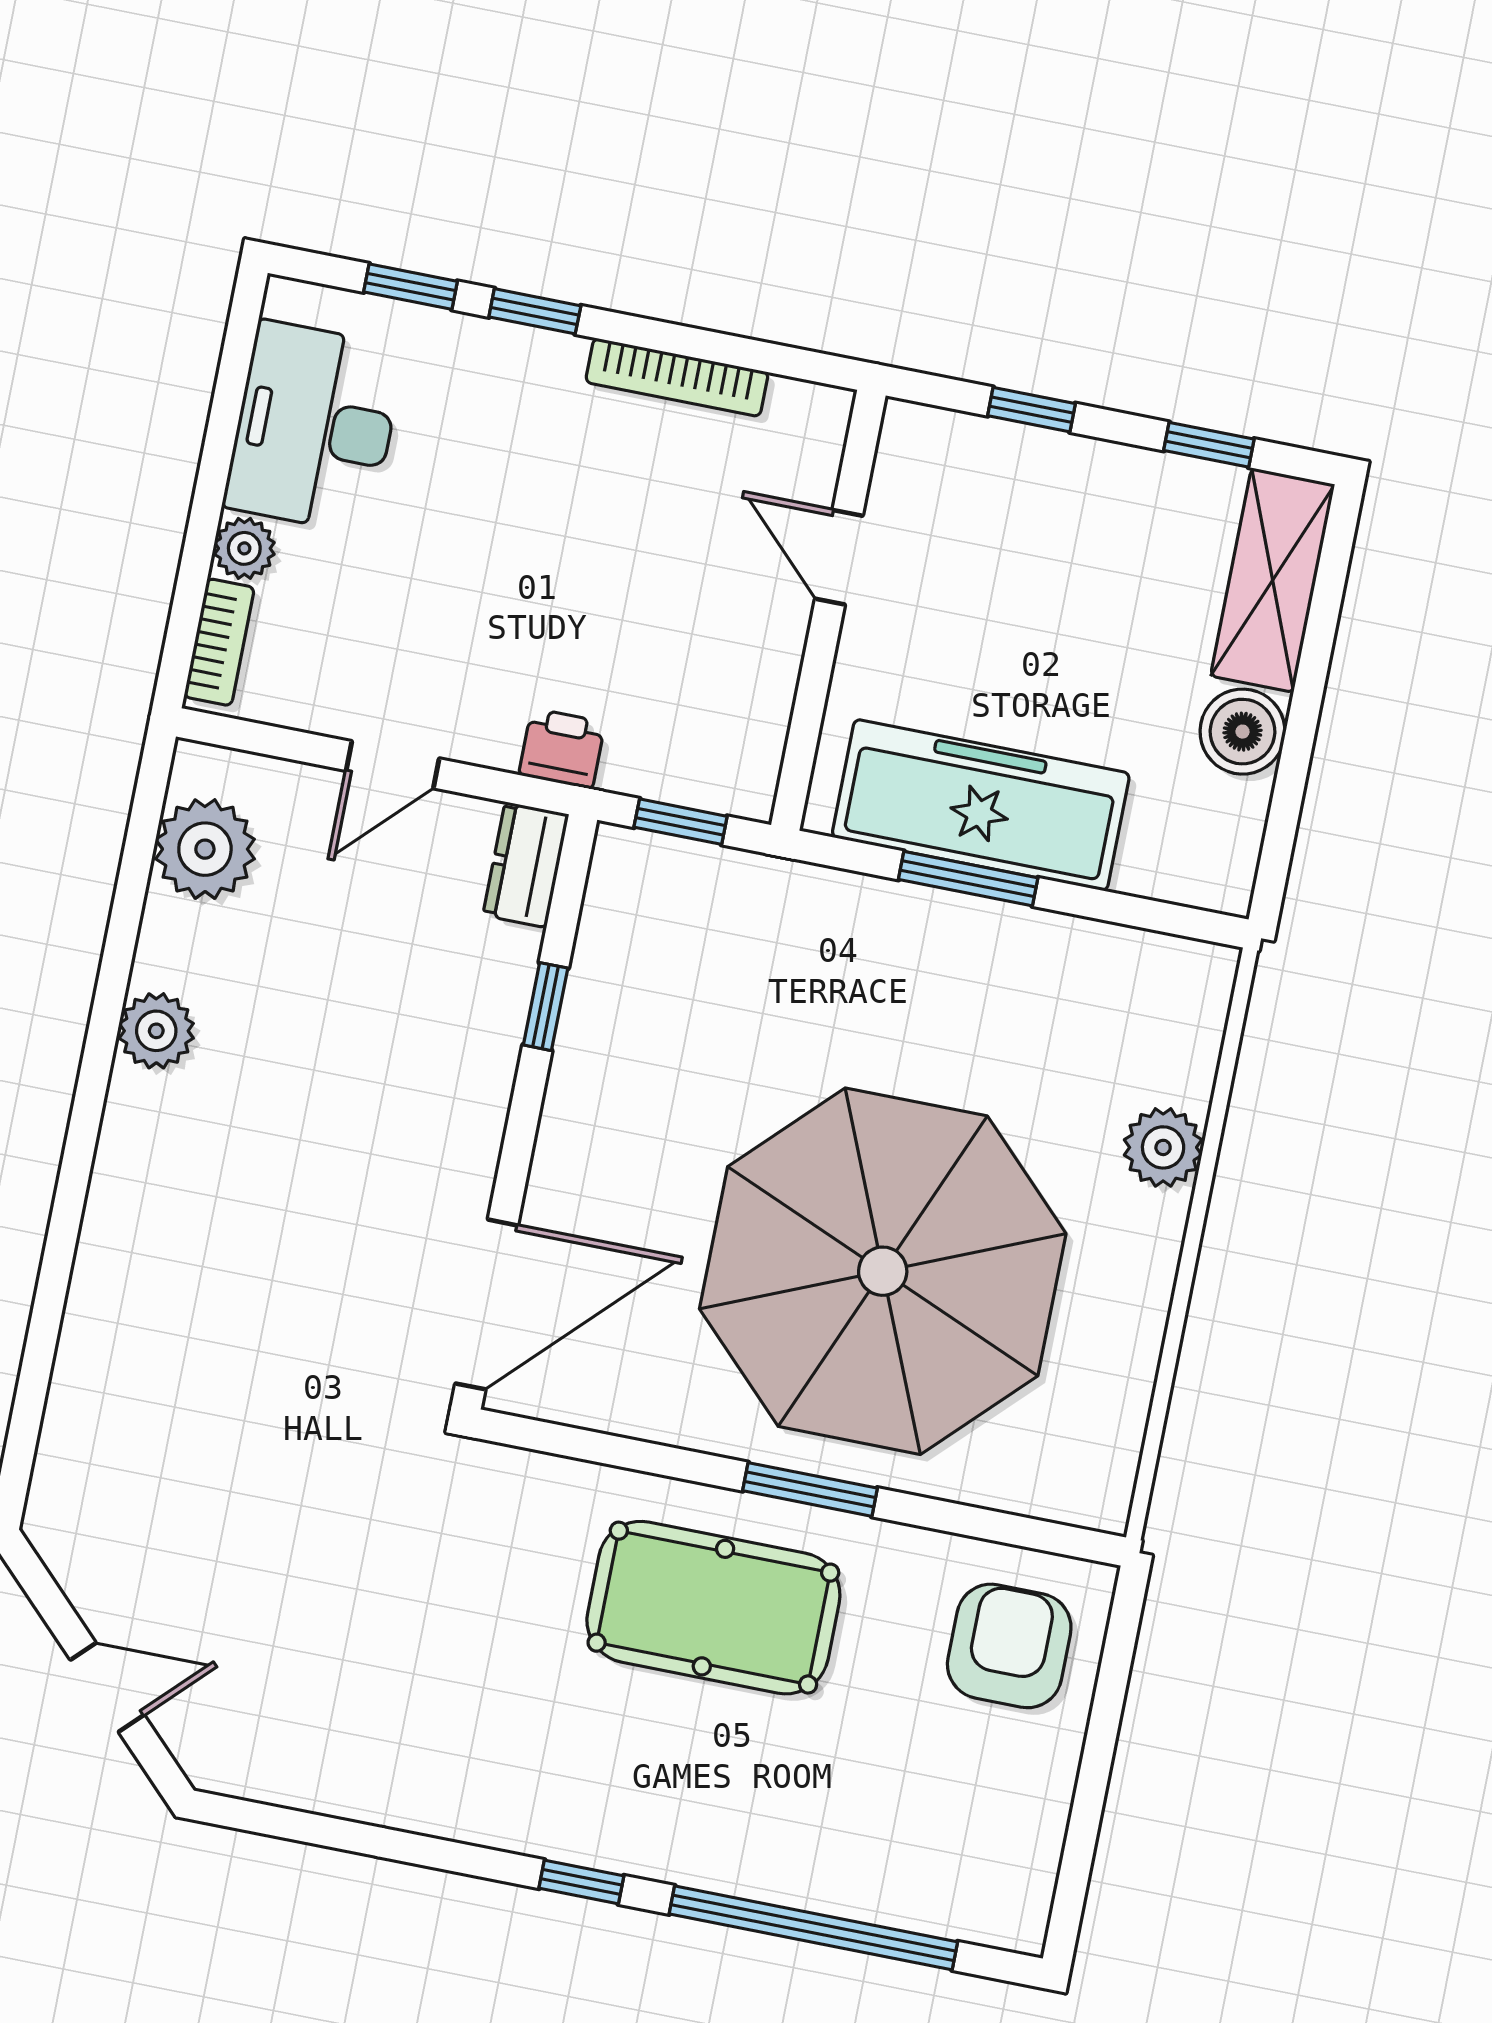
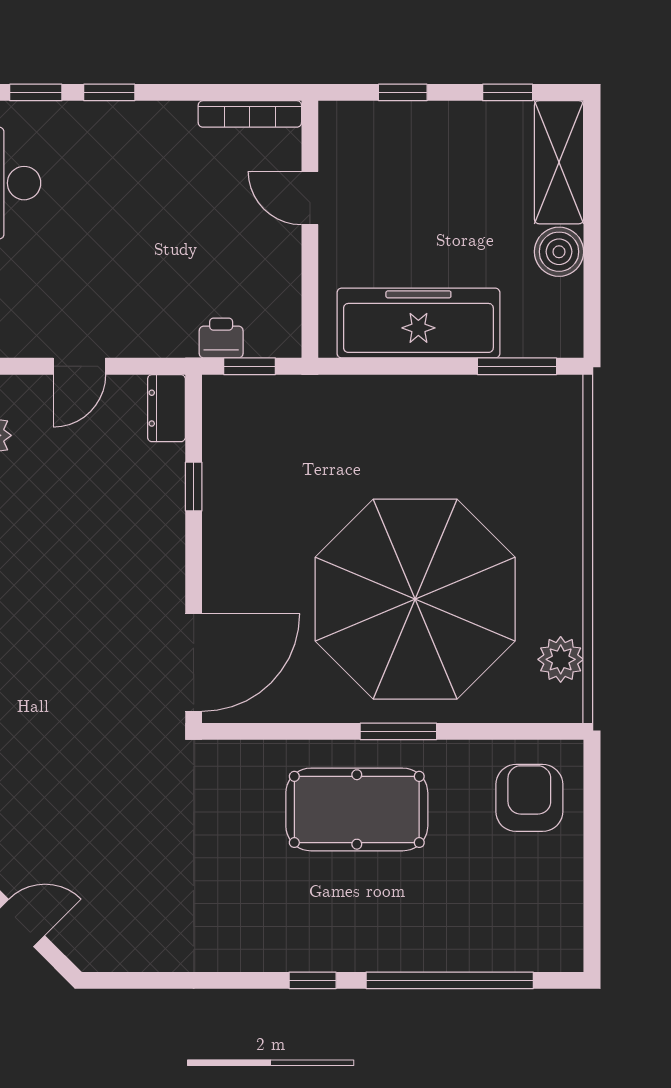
bookcase: (677, 377) -> (250, 114), moved
printer: (562, 749) -> (221, 338), moved
window: (968, 879) -> (517, 366), moved
plant: (1163, 1147) -> (561, 659), moved

